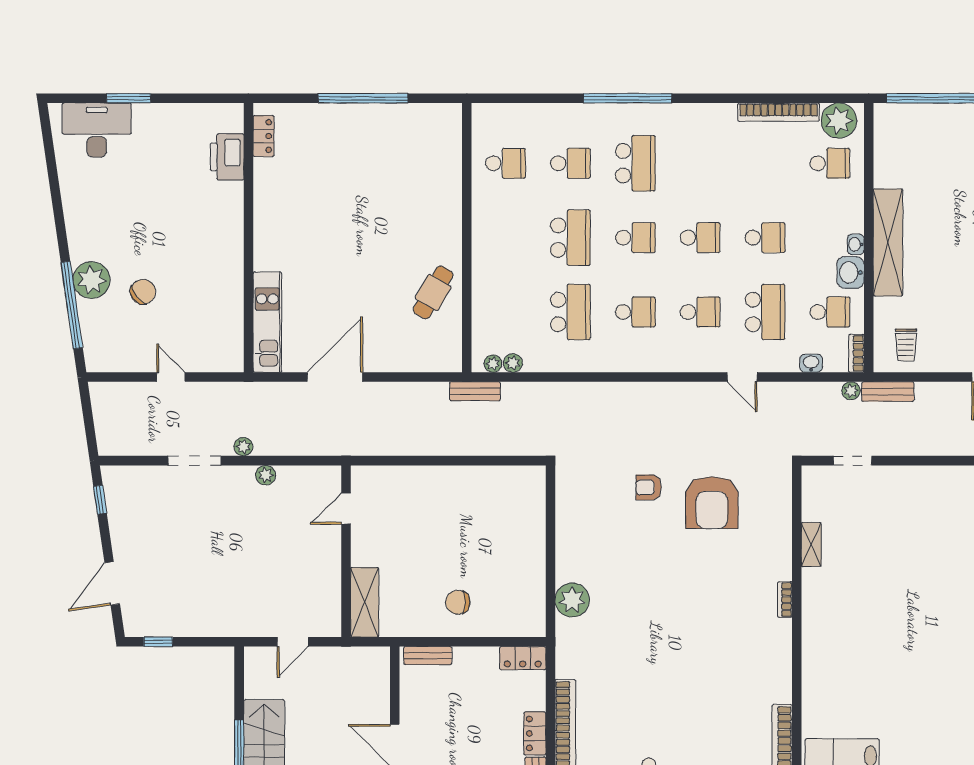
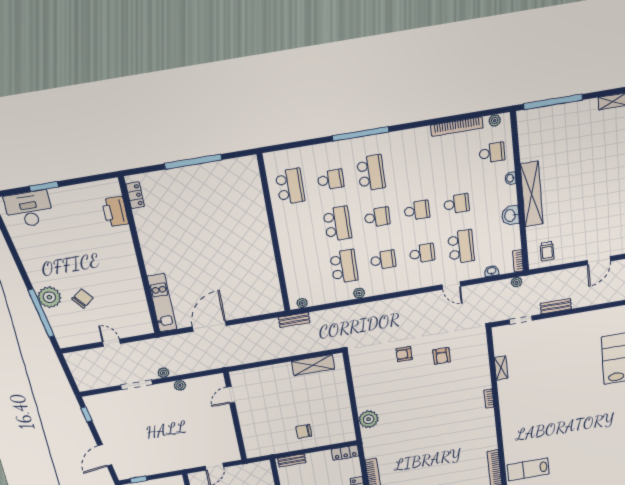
plant: (839, 121) -> (495, 120), width x0.53, depth x0.53
school desk: (506, 163) -> (290, 186), width x1.85
washbasin: (856, 244) -> (510, 178), moved
cafe table: (433, 292) -> (259, 269), removed
school desk: (830, 312) -> (500, 240), removed
plant: (513, 363) -> (359, 293), moved
bench: (888, 392) -> (556, 306), moved
armchair: (712, 503) -> (442, 356), width x0.53, depth x0.53
shelving: (365, 602) -> (313, 365), moved, turned 90

